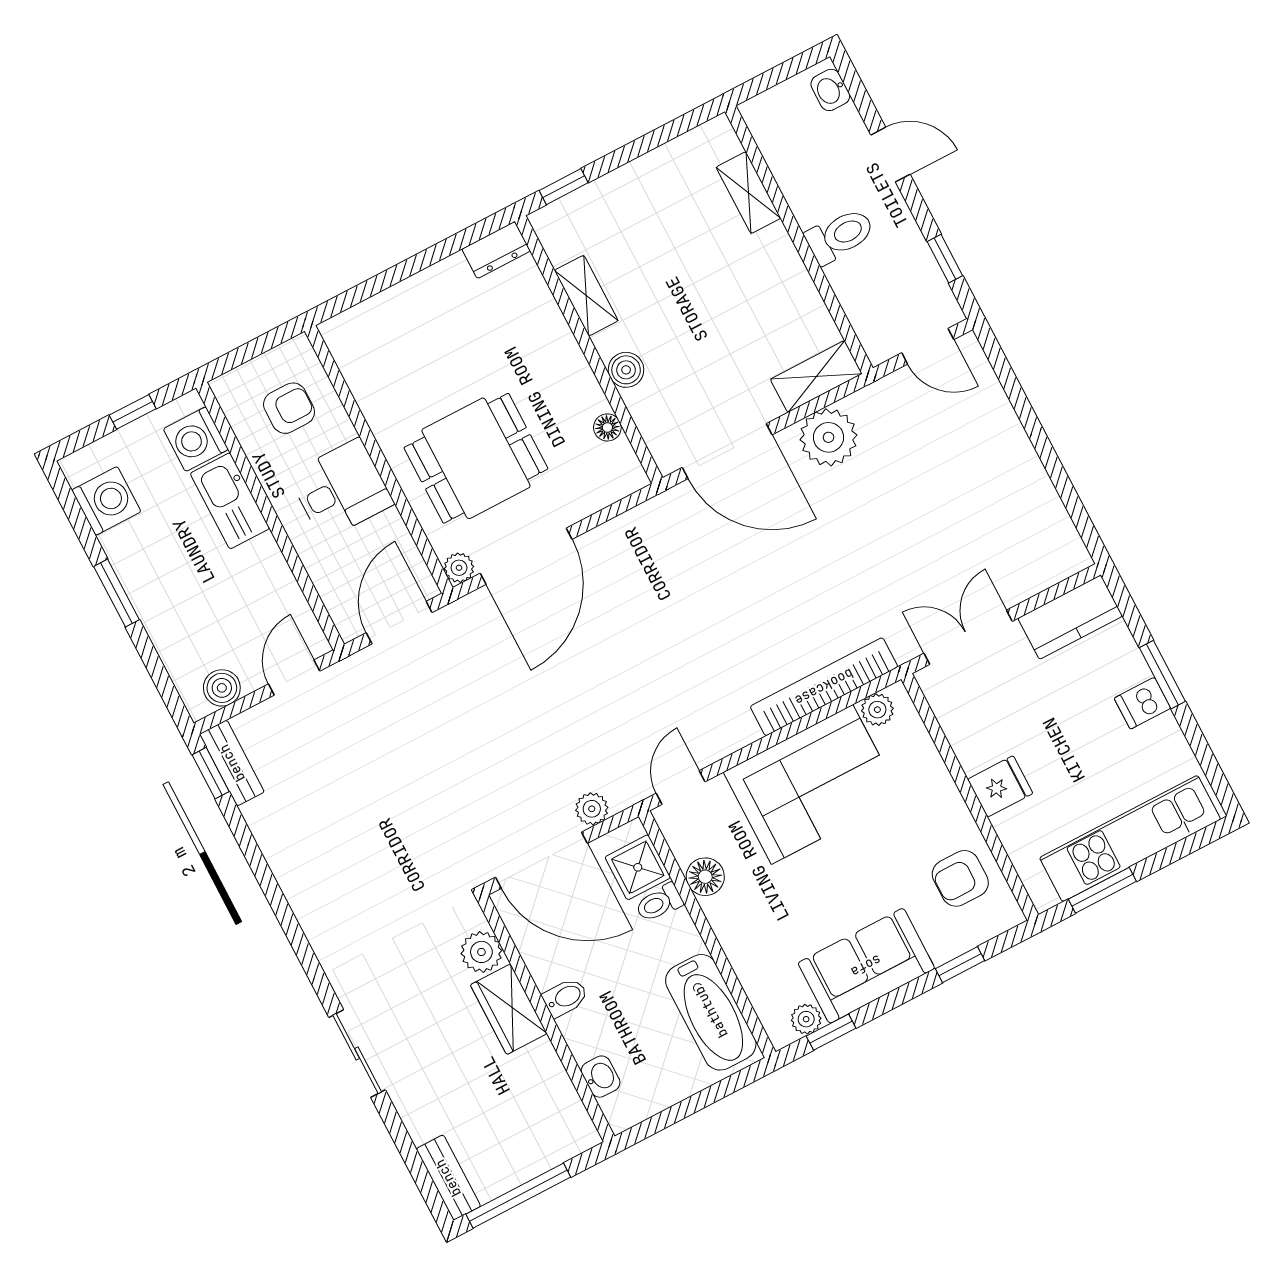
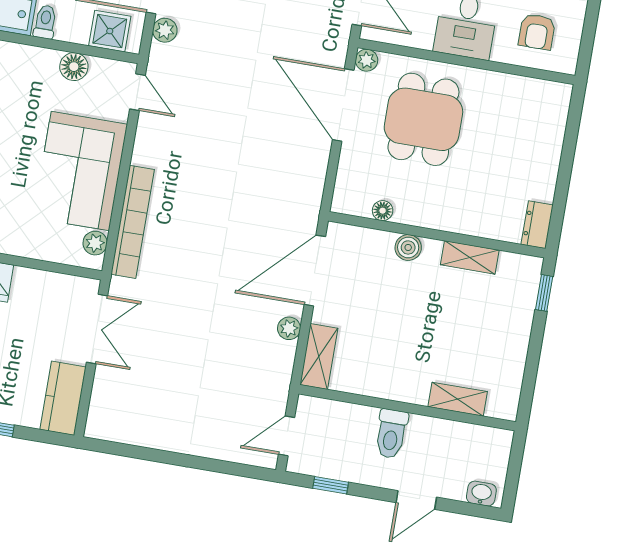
plant: (828, 437) -> (289, 328), width x0.53, depth x0.53
toilet: (659, 903) -> (45, 22), moved

